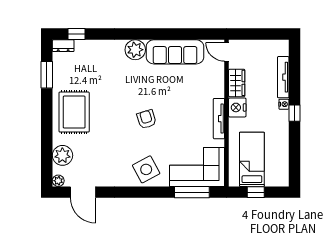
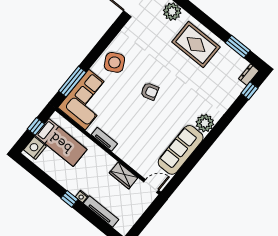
nightstand: (237, 107) -> (35, 148), moved, turned -90
tv unit: (219, 119) -> (104, 139), width x0.71

